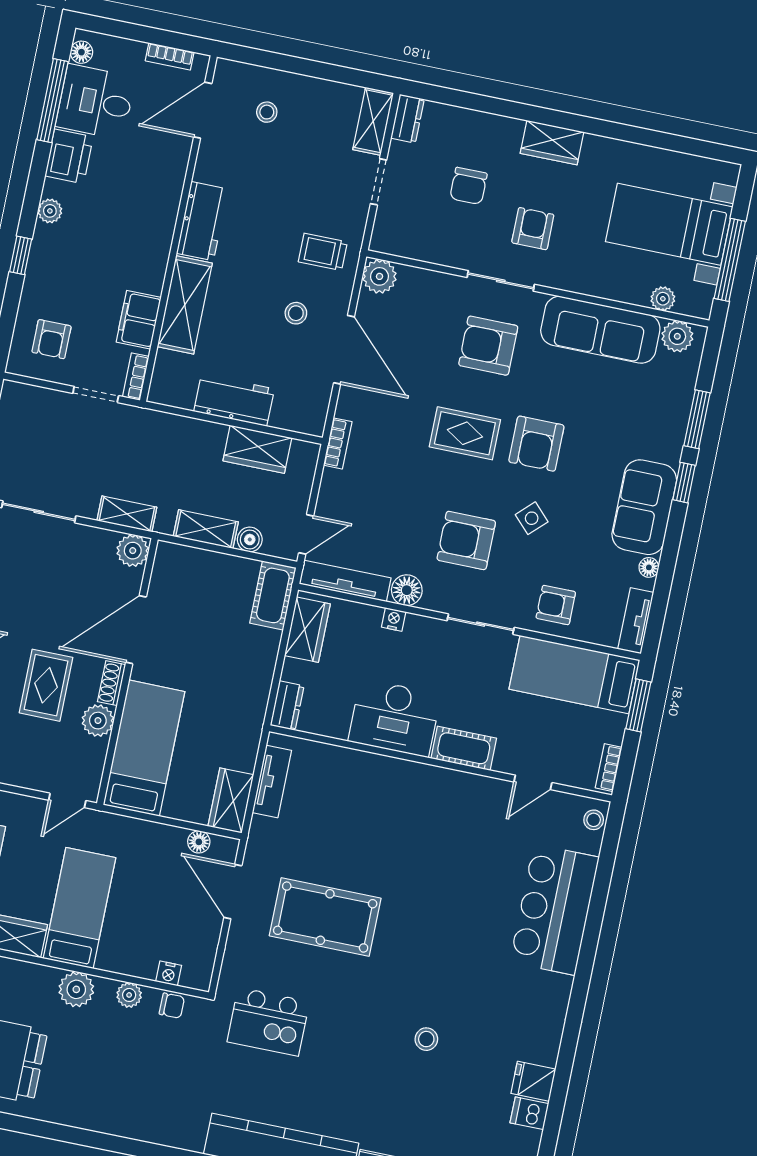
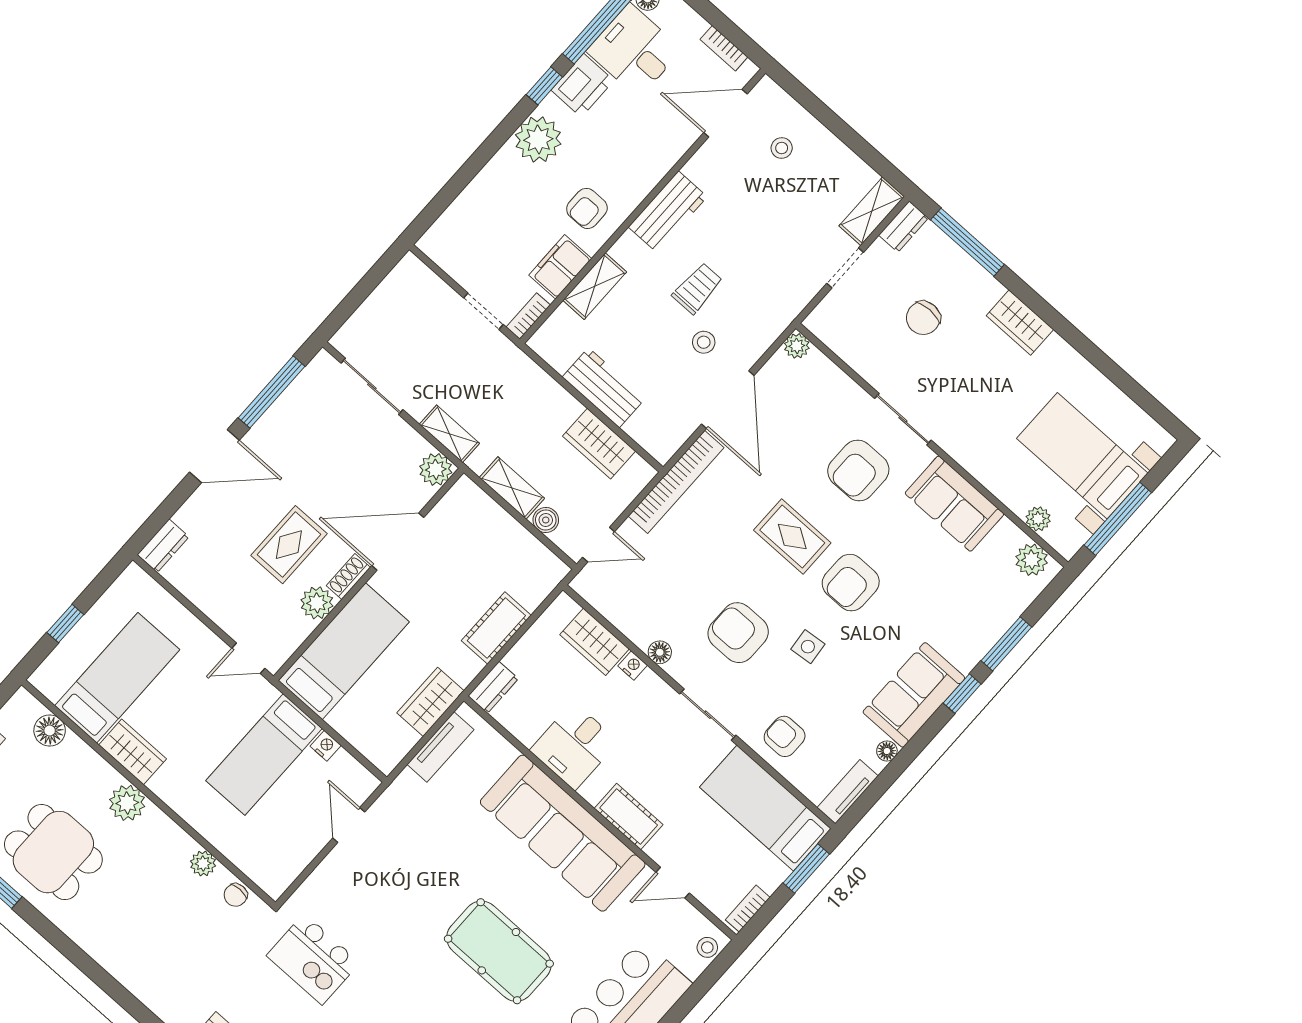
window: (469, 101) -> (967, 242), added
plant: (50, 211) -> (538, 139), width x1.87, depth x1.87
armchair: (533, 229) -> (958, 389), removed
trolley: (323, 252) -> (697, 288), moved, turned 90
window: (21, 255) -> (544, 86), moved
plant: (379, 276) -> (797, 346), width x0.73, depth x0.73
shelving: (185, 305) -> (595, 286), width x0.67, depth x0.75
sofa: (600, 330) -> (954, 504), width x0.73
armchair: (52, 339) -> (587, 208), moved
armchair: (488, 346) -> (858, 470), turned -90
bookcase: (338, 443) -> (676, 482), width x2.31, depth x1.31
side table: (532, 518) -> (808, 647), turned 38
tv unit: (345, 581) -> (609, 606), removed
floor lamp: (407, 590) -> (660, 652), width x0.73, depth x0.73
cot: (273, 595) -> (496, 628), moved
wardrobe: (307, 630) -> (595, 642), moved, turned 90
desk: (395, 718) -> (574, 746), width x0.73
sofa: (416, 794) -> (563, 833), added
wardrobe: (231, 800) -> (430, 702), moved
floor lamp: (199, 842) -> (344, 763), removed
door: (233, 892) -> (349, 825), width x0.73
bed: (79, 908) -> (264, 754), moved, turned 180
pool table: (325, 917) -> (499, 951), moved
nightstand: (169, 973) -> (326, 746), moved, turned 180
plant: (76, 989) -> (127, 803), moved
chair: (172, 1006) -> (236, 895), turned 90

